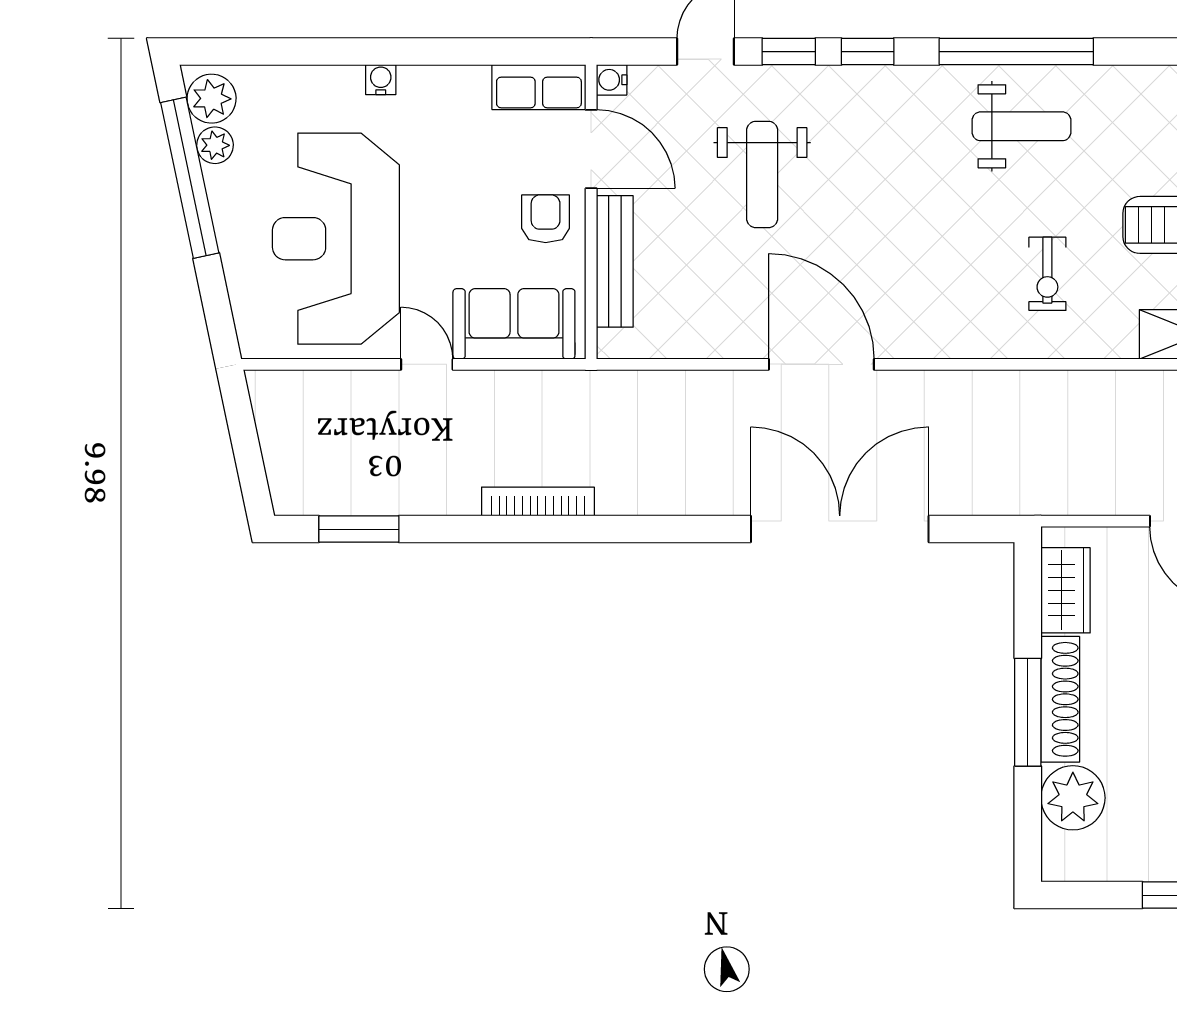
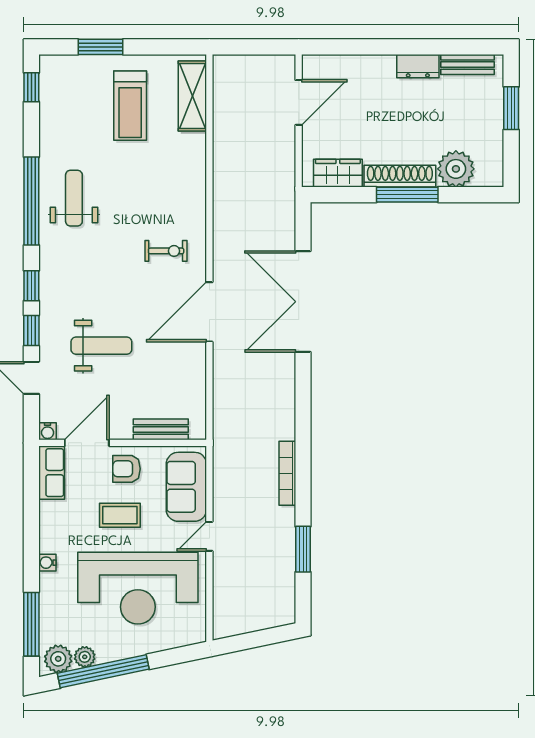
window: (272, 52) -> (31, 624), added
coffee table: (464, 207) -> (120, 515), added
bench: (615, 261) -> (161, 429), width x0.73
exercise bike: (1047, 274) -> (166, 251), moved
window: (359, 529) -> (303, 549), moved

